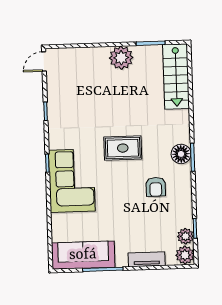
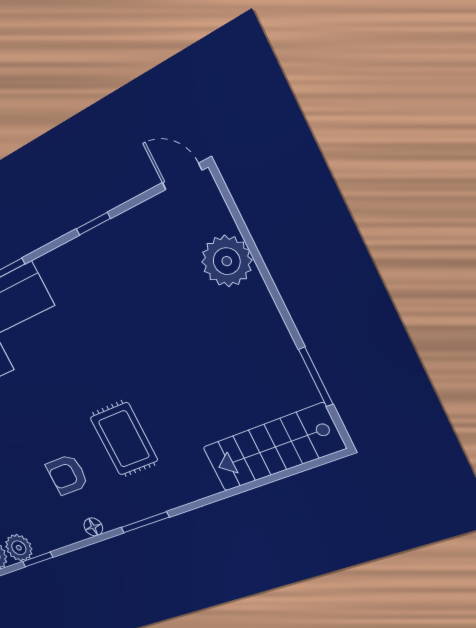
plant: (121, 58) -> (227, 261), moved
rug: (123, 148) -> (124, 439), moved
floor lamp: (181, 154) -> (93, 527), moved, width x0.53, depth x0.53

